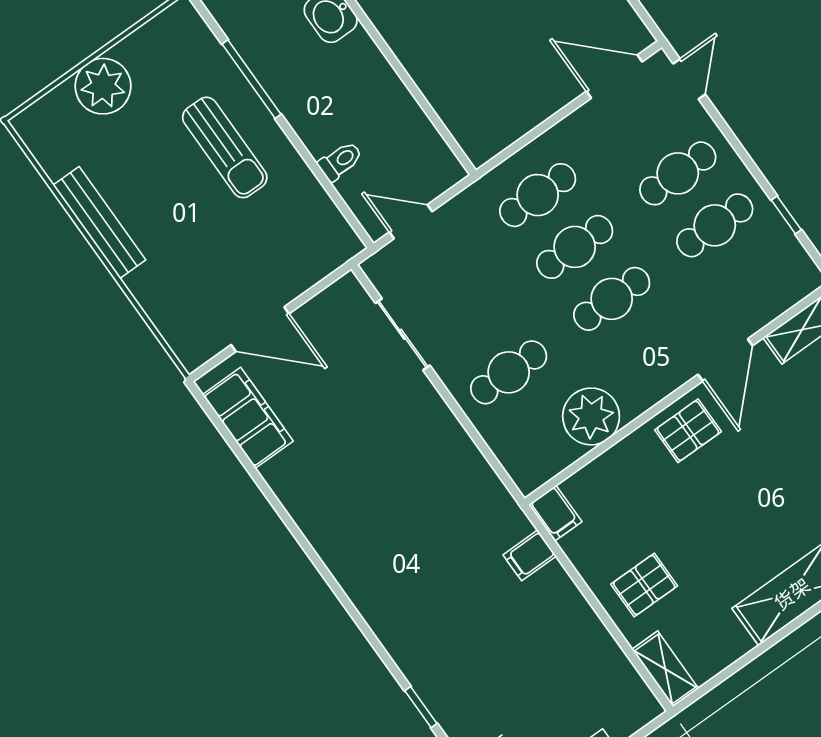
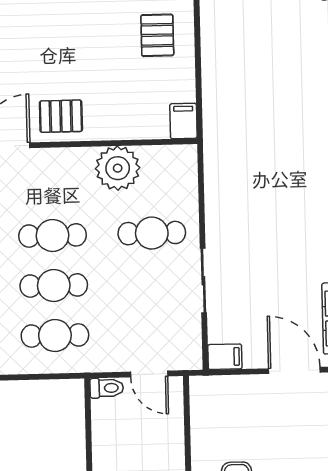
toilet: (340, 161) -> (107, 388), moved, turned 180
sliding door: (403, 334) -> (203, 281), moved
filing cabinet: (530, 555) -> (225, 357), moved
pallet: (644, 585) -> (157, 35), turned 90

